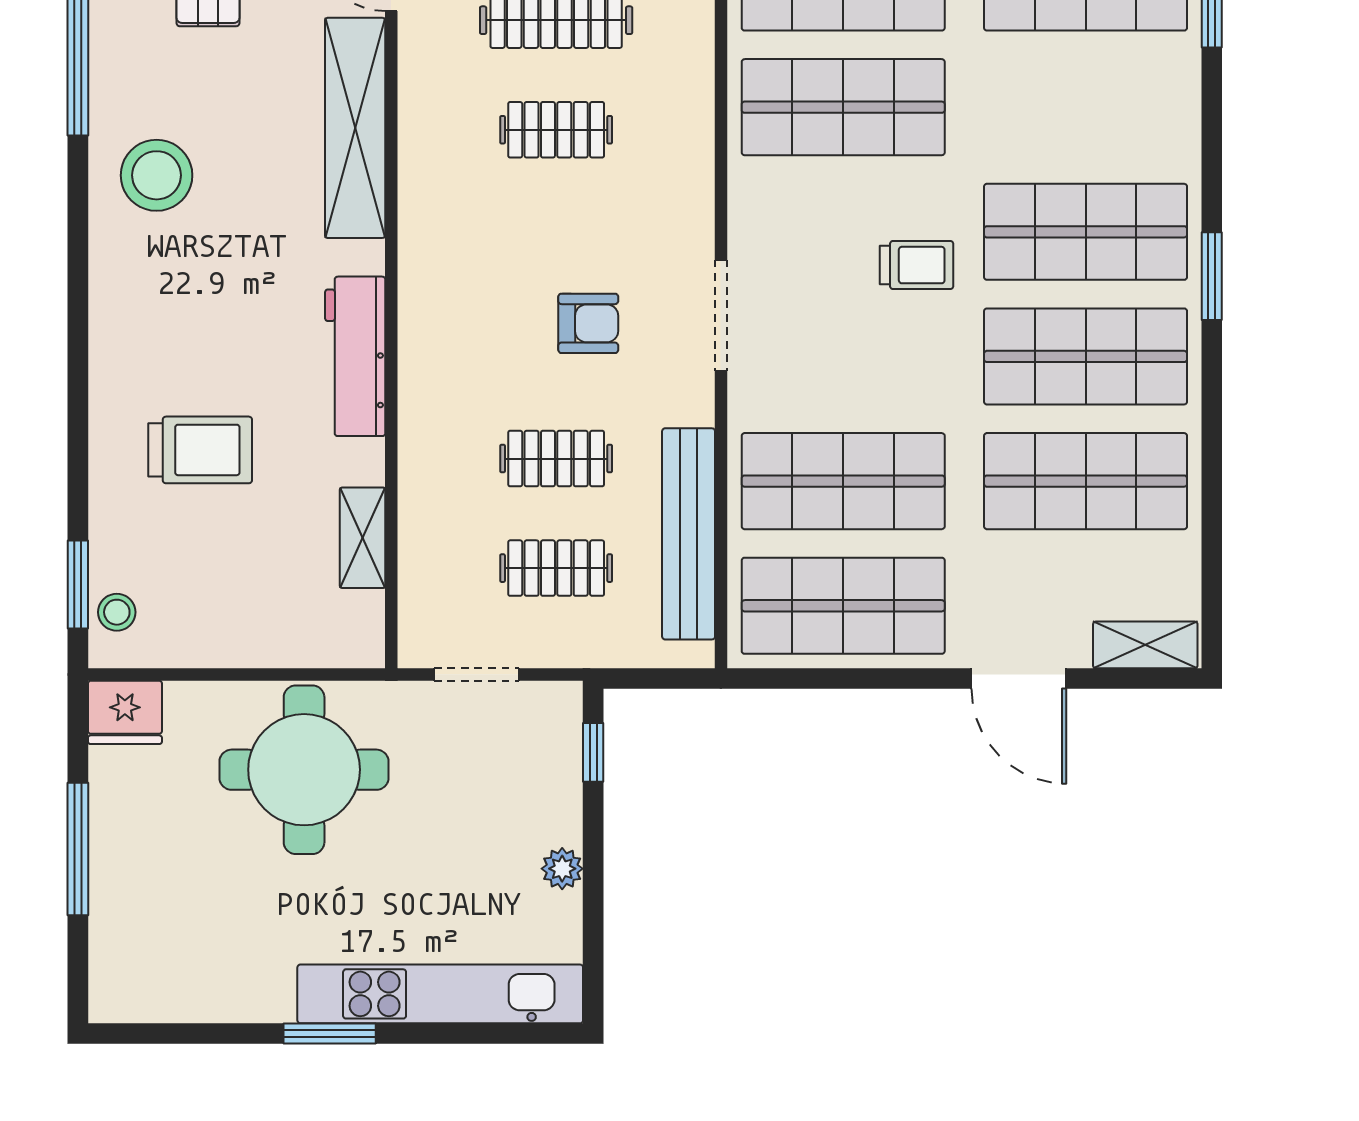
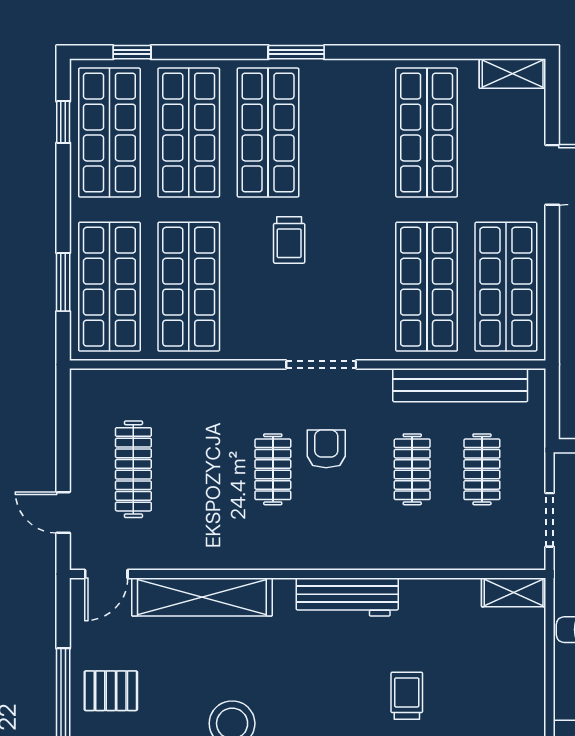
clothes rail: (556, 130) -> (273, 469), moved
trolley: (917, 265) -> (289, 240), turned 180
shop shelf: (1086, 356) -> (189, 133), moved
trolley: (200, 450) -> (407, 696), width x0.73, depth x0.72
shelving: (363, 538) -> (514, 592), moved
shelving: (1145, 645) -> (513, 74), moved, turned 90

